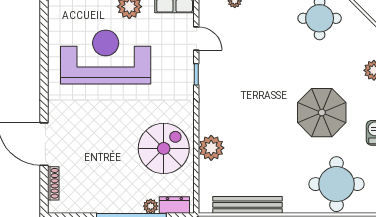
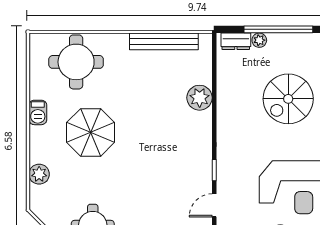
door: (196, 39) -> (214, 205), hinge flipped
spiral stairs: (164, 148) -> (288, 99), moved

